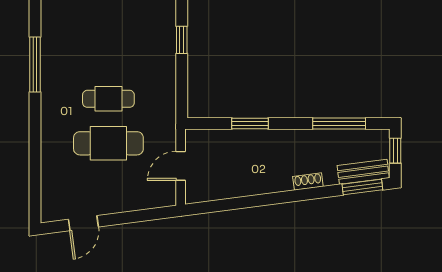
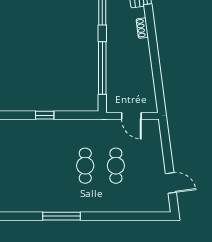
window: (250, 124) -> (102, 68), width x2.11
cafe table: (108, 143) -> (116, 166), width x0.73, depth x0.74

